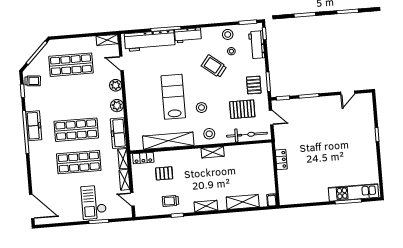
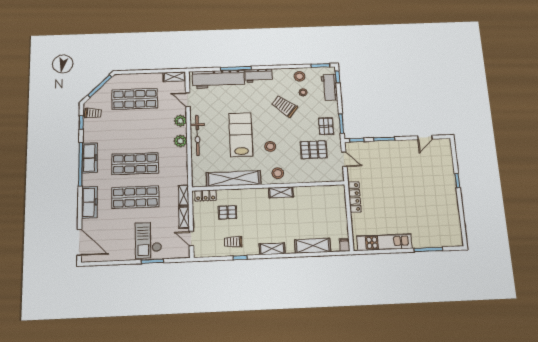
freezer: (118, 133) -> (89, 202), moved, turned 180
bicycle: (247, 135) -> (197, 135), moved, turned 90
locker: (281, 160) -> (355, 197), width x1.53
kitchen unit: (353, 192) -> (384, 242), moved

